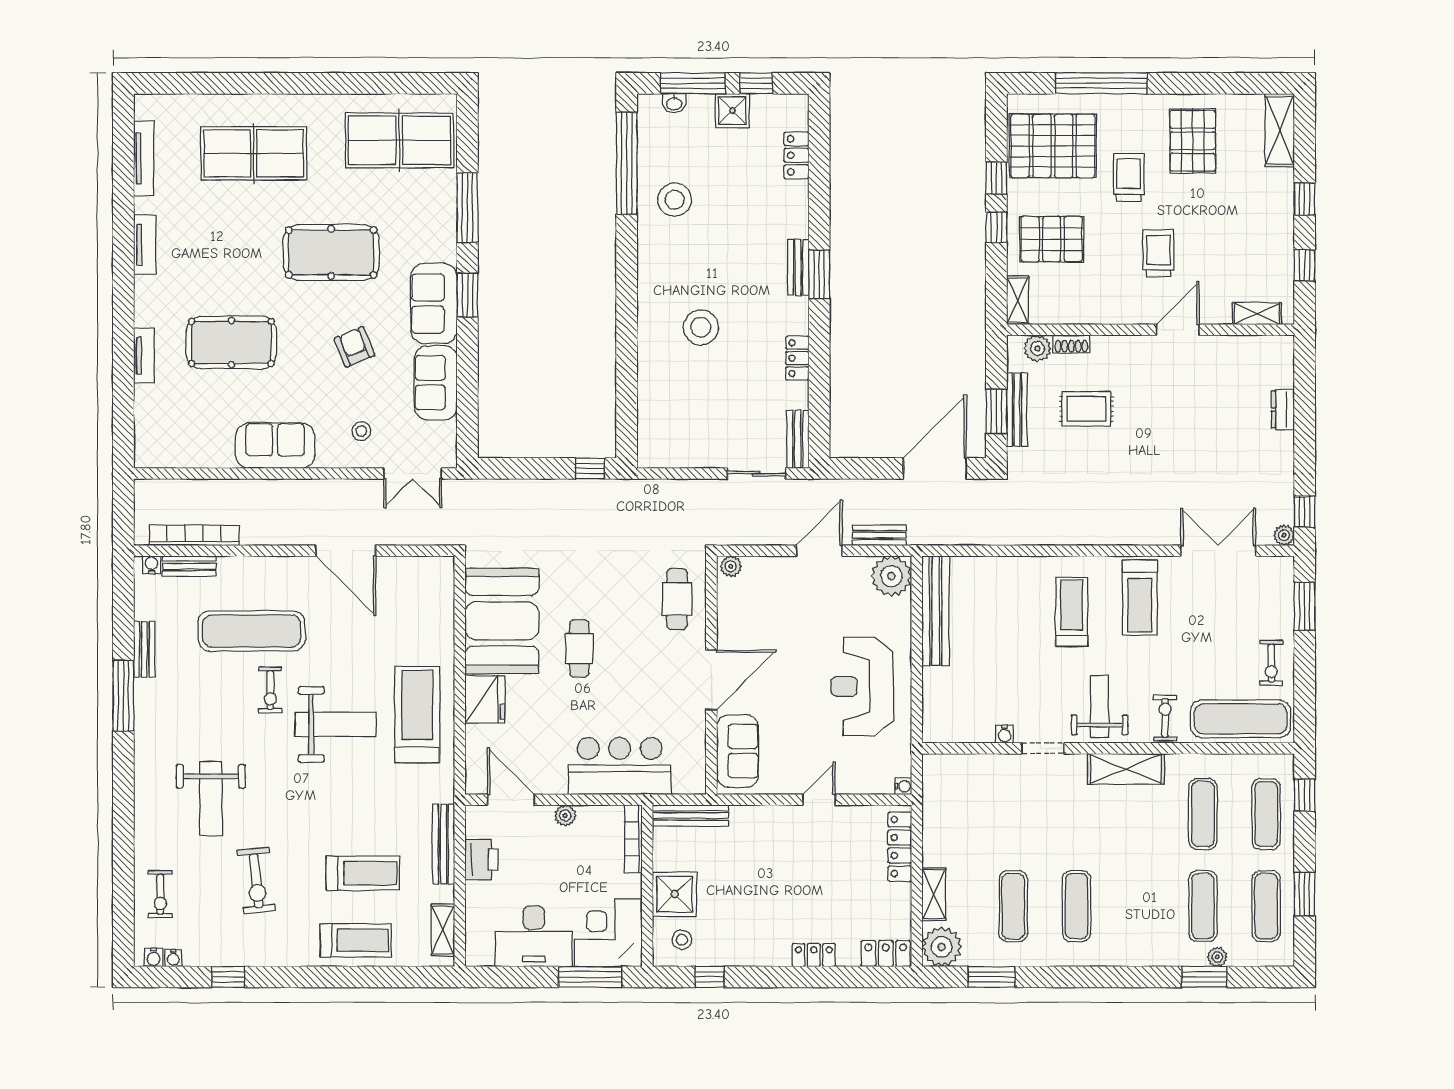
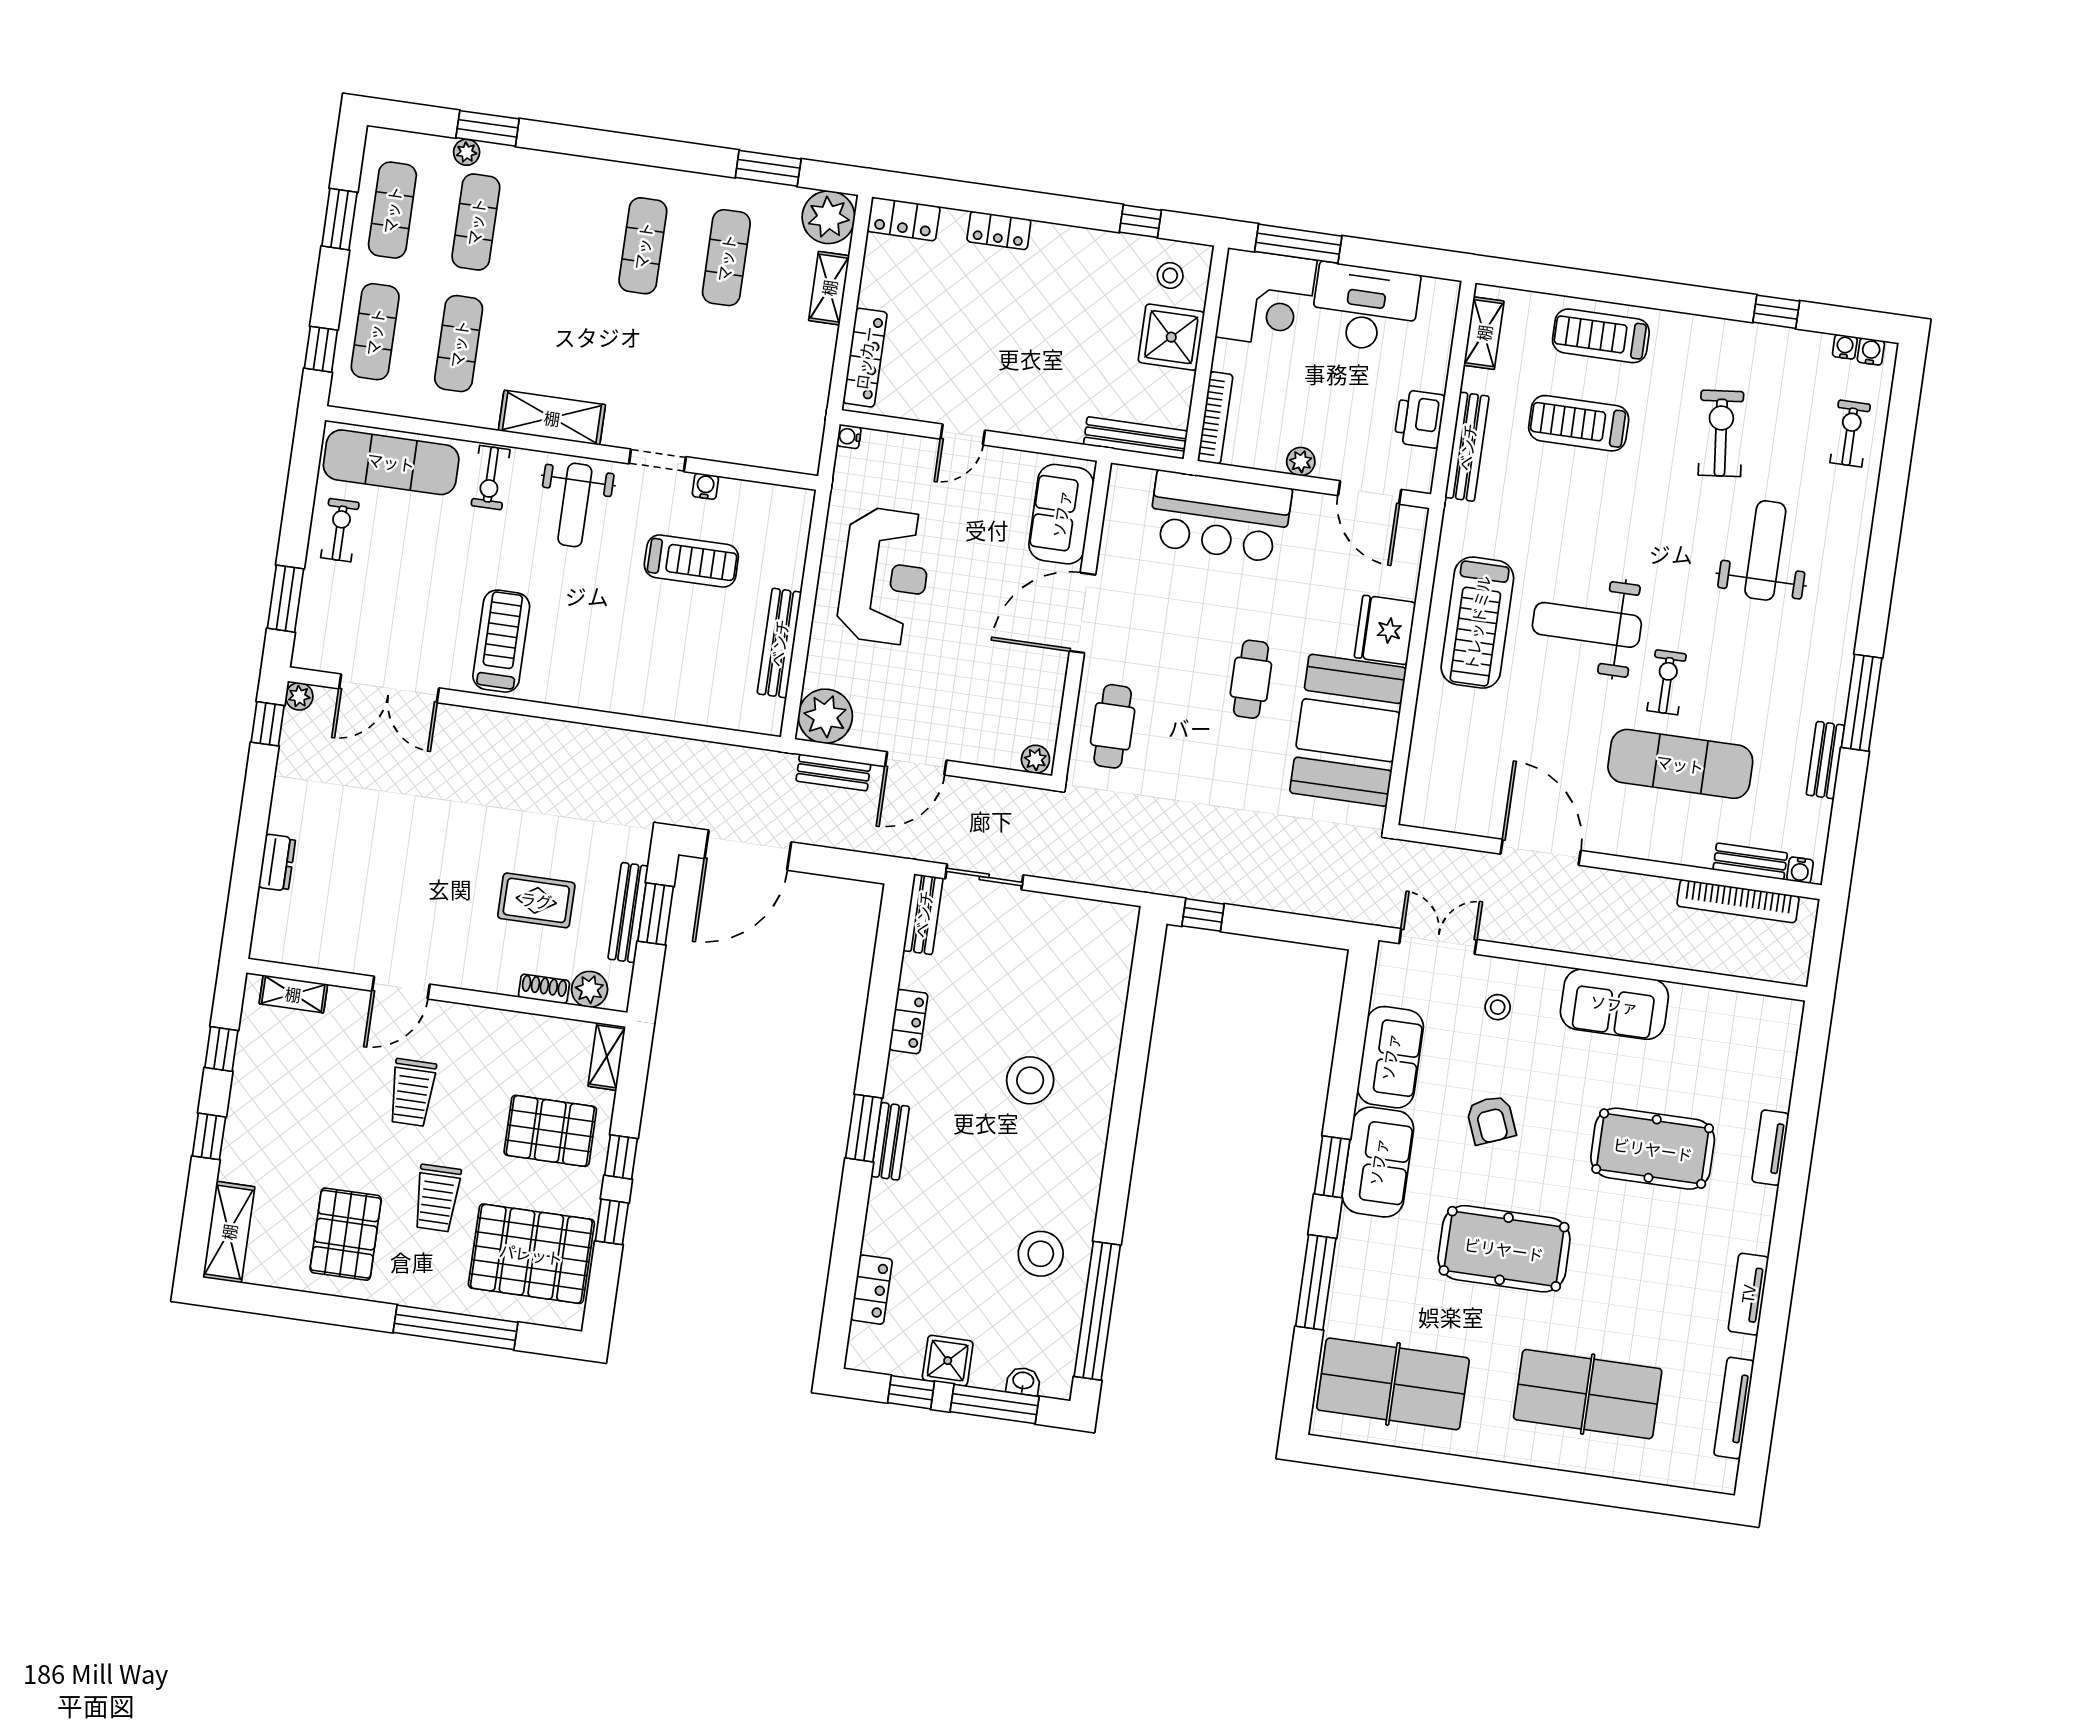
bench: (936, 611) -> (779, 643), width x0.73, depth x0.82
treadmill: (1072, 612) -> (691, 561), moved, turned -90

